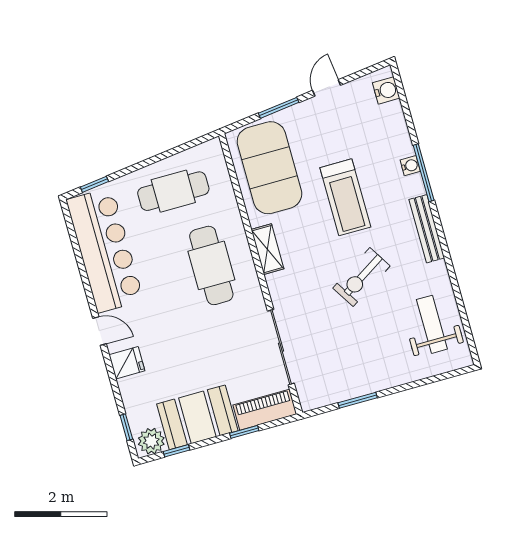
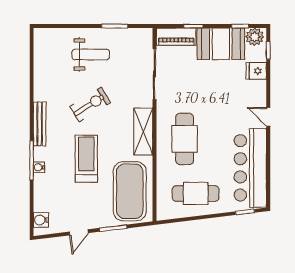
shelving: (267, 249) -> (143, 132), width x1.50, depth x1.33
weight bench: (432, 324) -> (91, 54), moved, turned -90
fridge: (127, 363) -> (256, 71), moved

